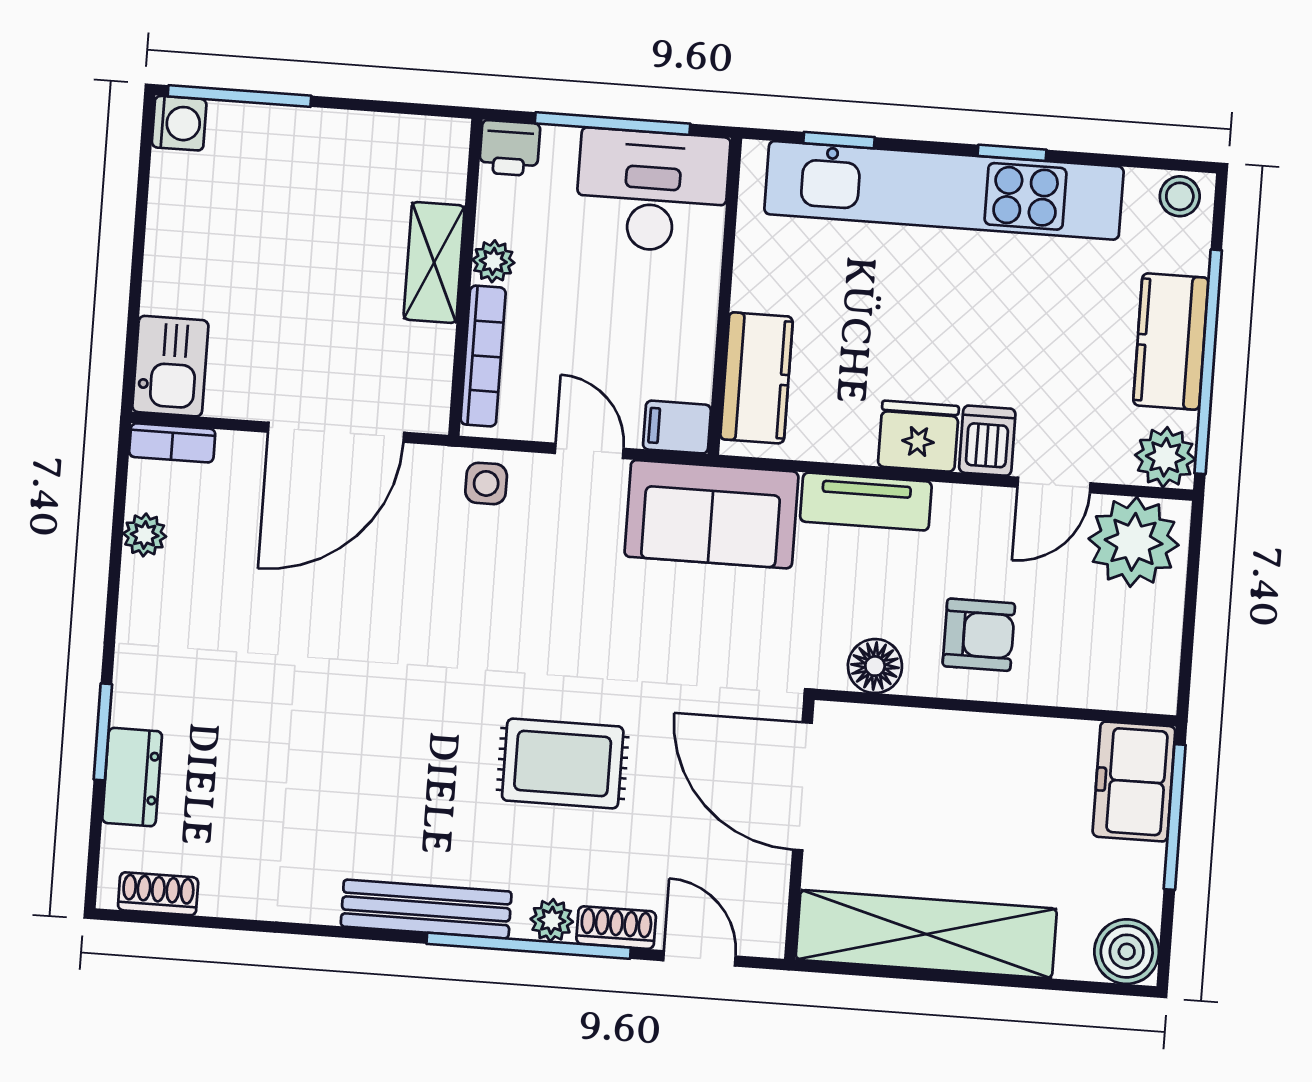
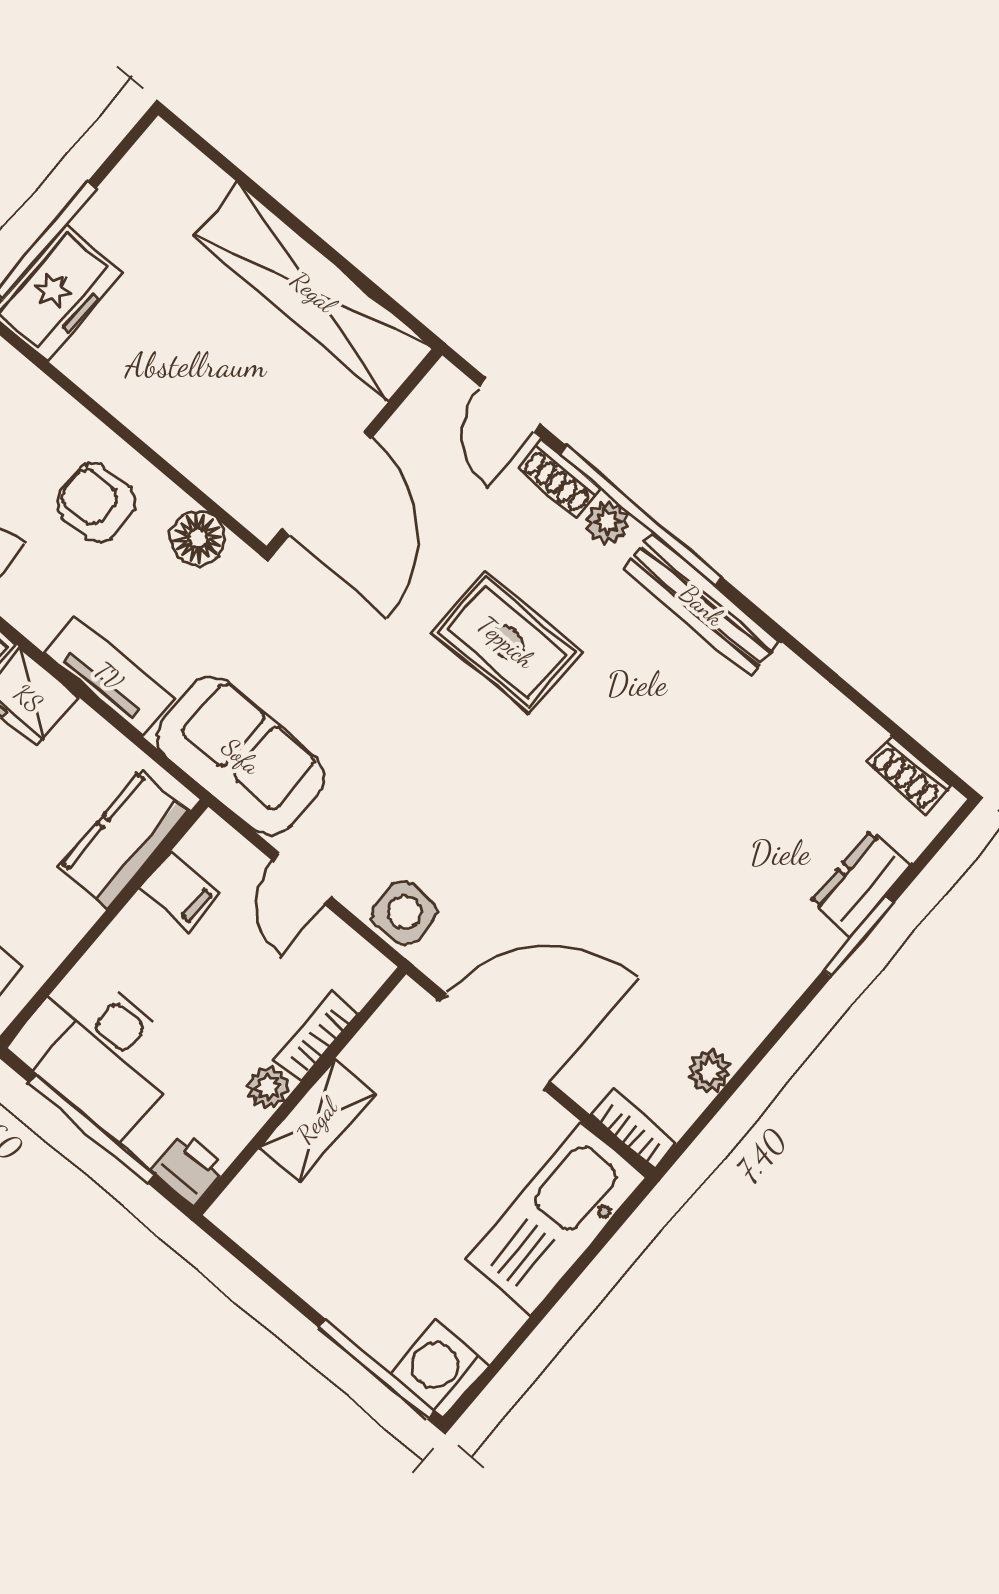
washing machine: (179, 123) -> (439, 1369), width x1.38, depth x1.38
bookcase: (483, 356) -> (316, 1036), width x0.64
kitchen sink: (170, 366) -> (556, 1219), width x1.87, depth x1.24
filing cabinet: (677, 427) -> (180, 891), moved
side table: (486, 483) -> (404, 913), width x1.37, depth x1.37
boiler: (1127, 952) -> (162, 161), removed

